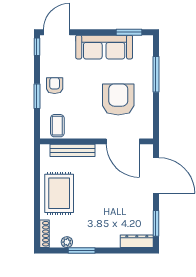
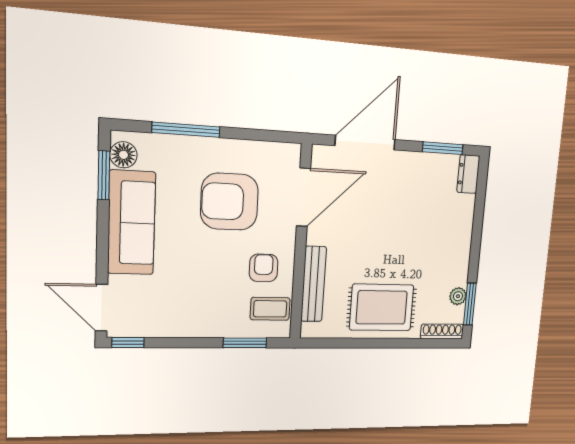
floor lamp: (140, 42) -> (123, 155), added
armchair: (55, 86) -> (264, 268), moved, turned 90
window: (37, 96) -> (245, 343), moved
dresser: (137, 241) -> (468, 174), width x0.70
window: (82, 250) -> (470, 304), moved

